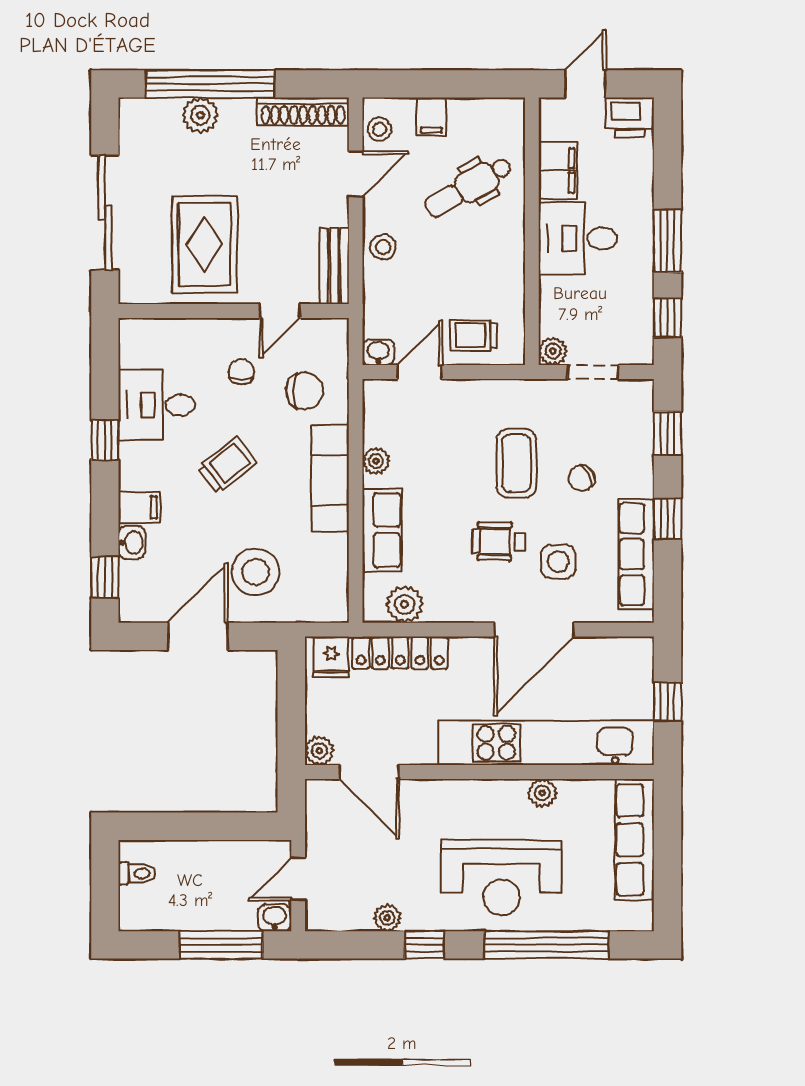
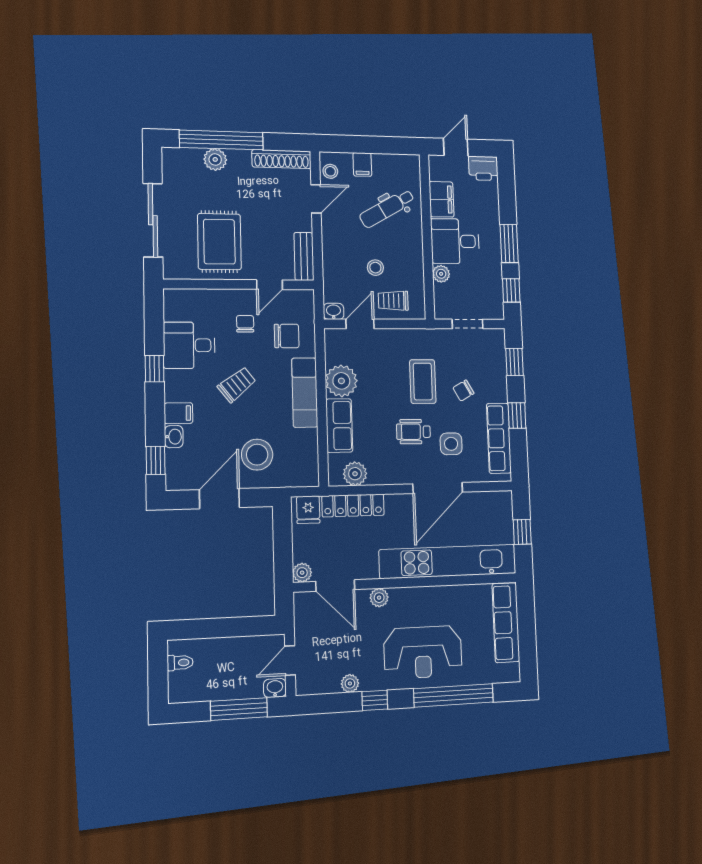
stool: (383, 247) -> (375, 268), moved
plant: (553, 351) -> (441, 274), moved
plant: (376, 461) -> (341, 381), width x1.88, depth x1.88
plant: (542, 793) -> (379, 598), moved

